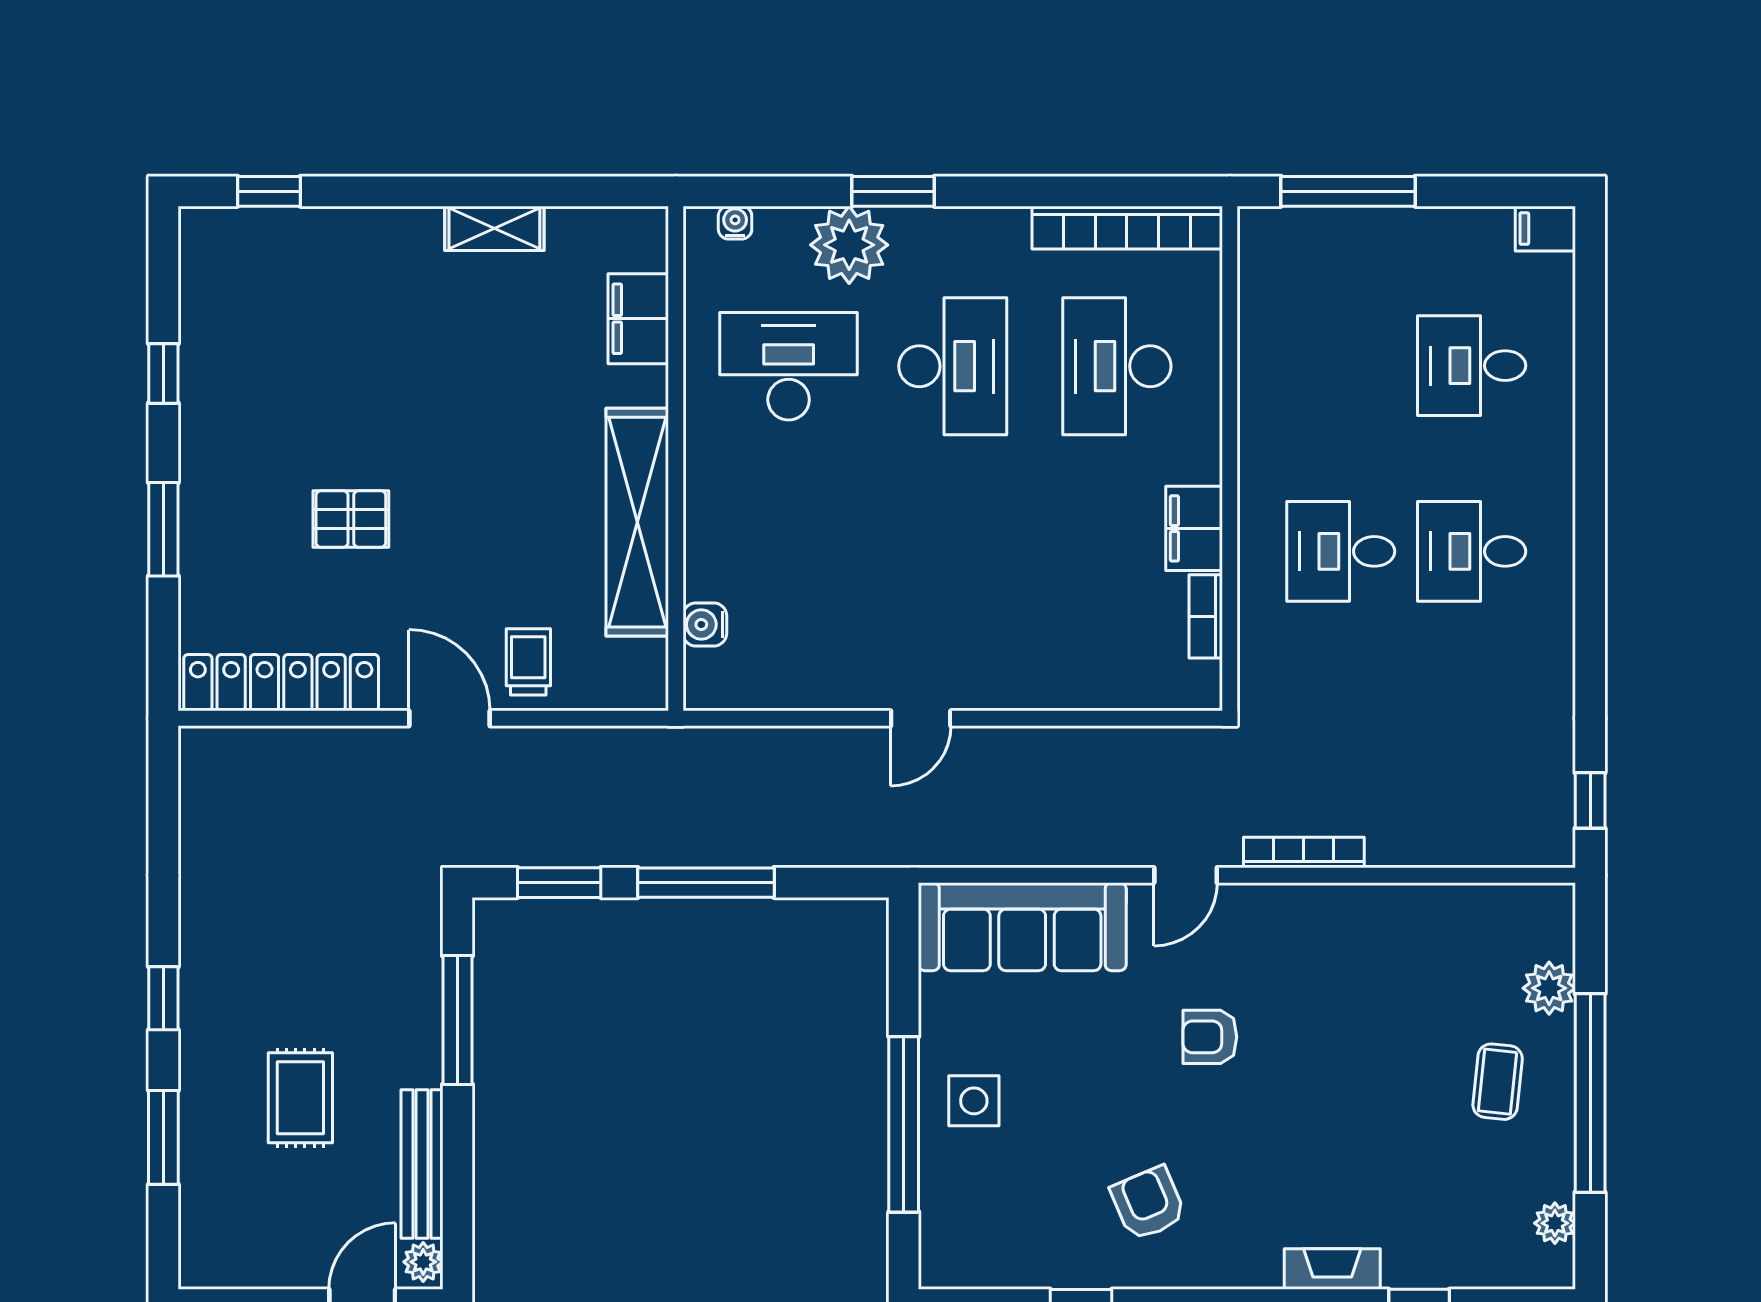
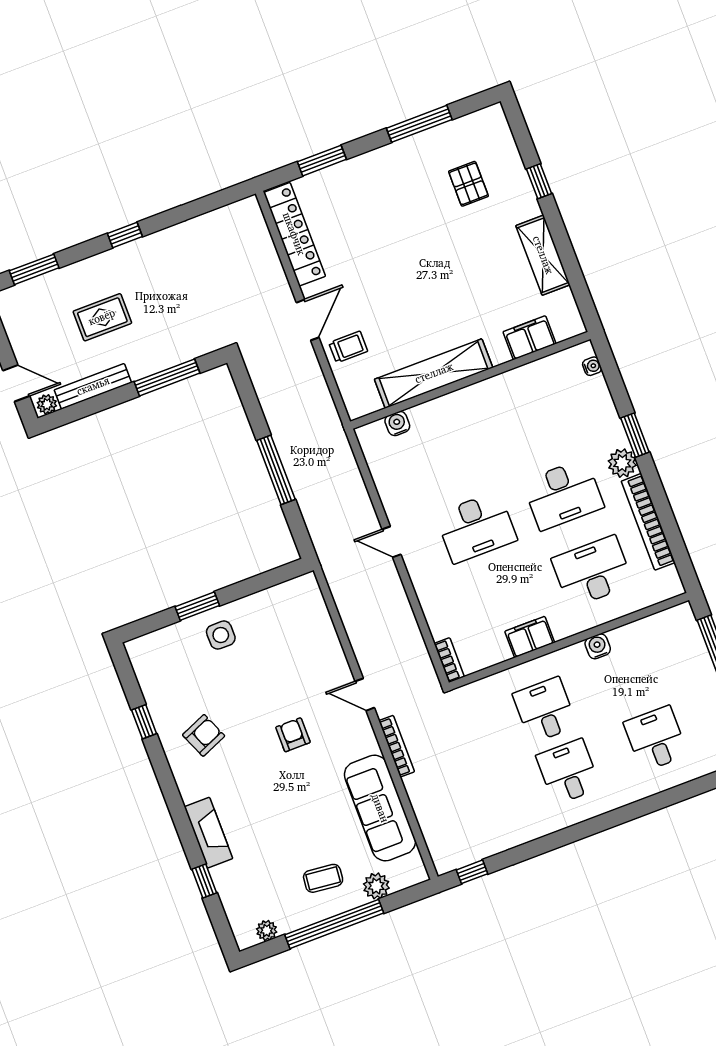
window: (269, 191) -> (539, 181), moved
shelving: (494, 228) -> (543, 255), width x1.50, depth x1.33
bookcase: (1127, 228) -> (648, 522), moved
plant: (849, 245) -> (622, 463), moved, width x0.73, depth x0.73
desk: (789, 366) -> (476, 527), moved, turned 90
window: (163, 373) -> (419, 124), width x2.17
water cooler: (1259, 409) -> (598, 646), added
pallet: (351, 519) -> (468, 184), moved
window: (163, 529) -> (322, 161), moved
bookcase: (1206, 616) -> (449, 660), moved, turned 90
window: (559, 883) -> (250, 401), removed
sofa: (1022, 927) -> (380, 808), moved
window: (904, 1124) -> (197, 606), width x0.47
window: (163, 1137) -> (34, 269), moved
fireplace: (1332, 1269) -> (208, 833), width x1.37, depth x1.32

